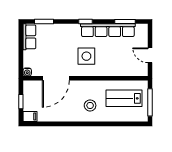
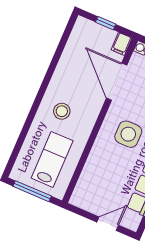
door: (150, 55) -> (108, 224), moved
filing cabinet: (30, 117) -> (122, 44), moved

